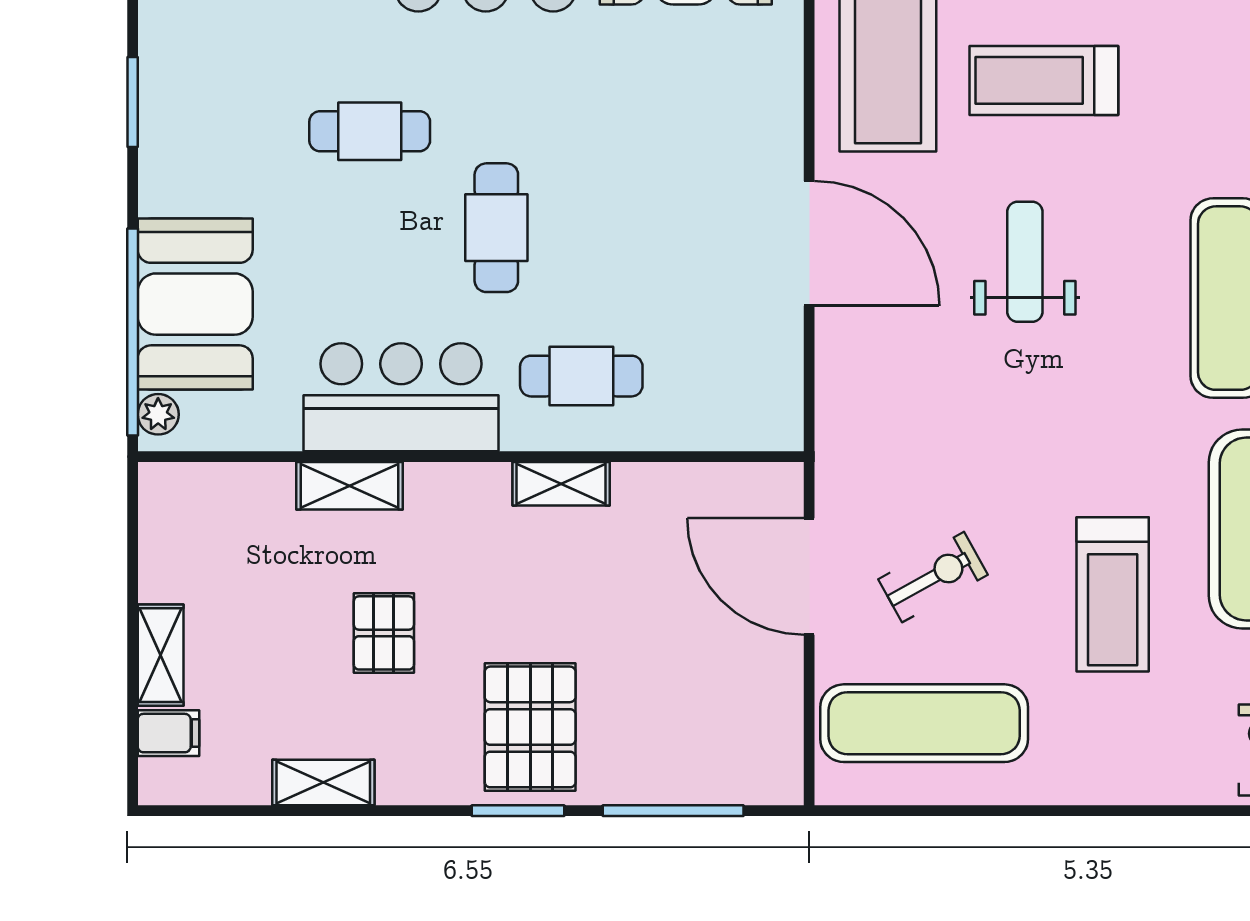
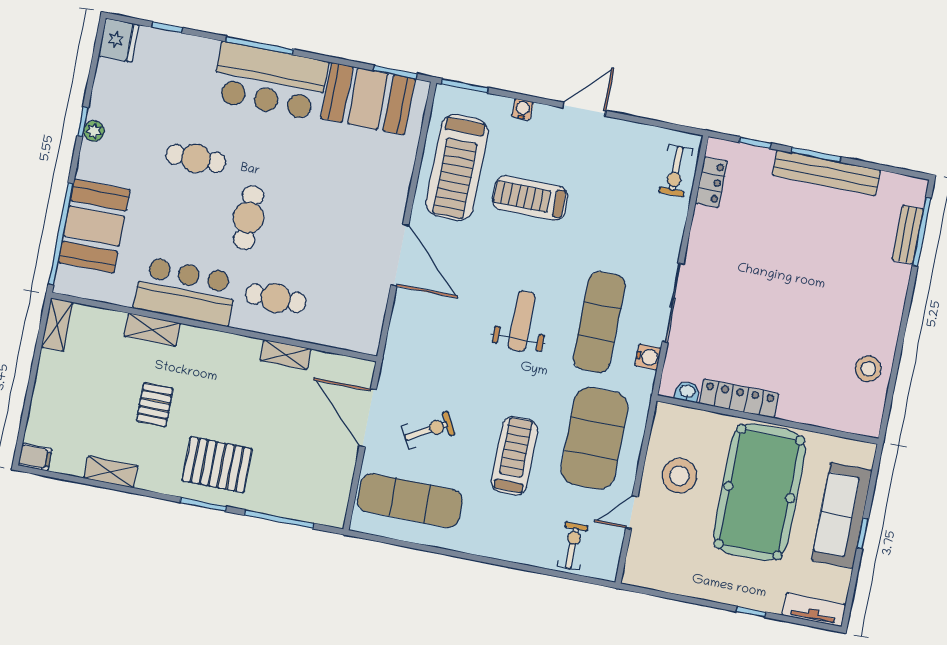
window: (133, 102) -> (83, 121), width x0.67
weight bench: (1025, 262) -> (522, 321), moved
plant: (158, 414) -> (94, 131), moved
shelving: (561, 484) -> (285, 355), moved
treadmill: (1113, 594) -> (514, 456), turned 180
shelving: (161, 655) -> (57, 325), moved
pallet: (530, 727) -> (217, 465), turned 90
filing cabinet: (168, 733) -> (35, 457), moved

